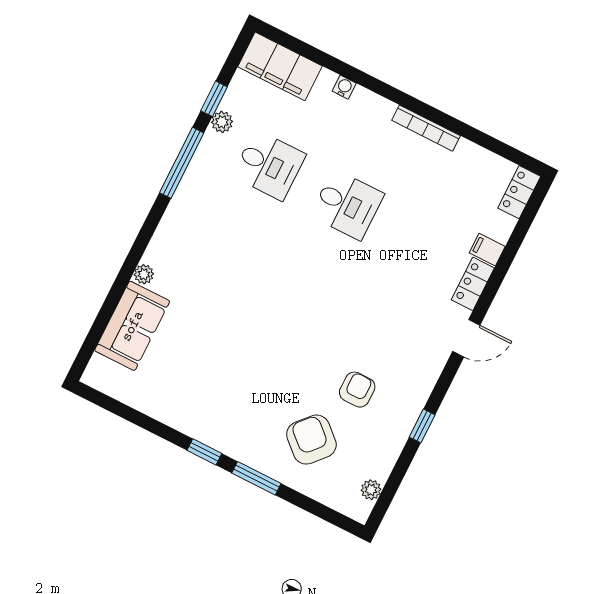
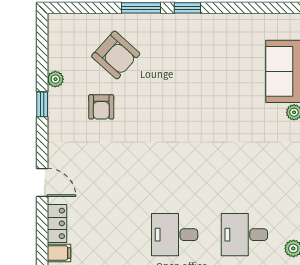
door: (466, 338) -> (42, 182), swing flipped
plant: (371, 490) -> (55, 79), moved

